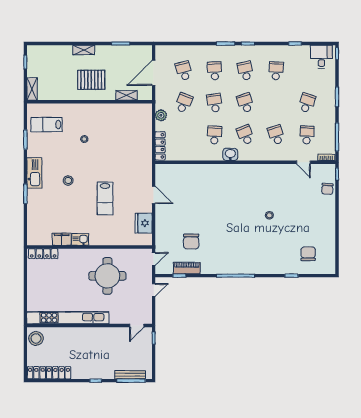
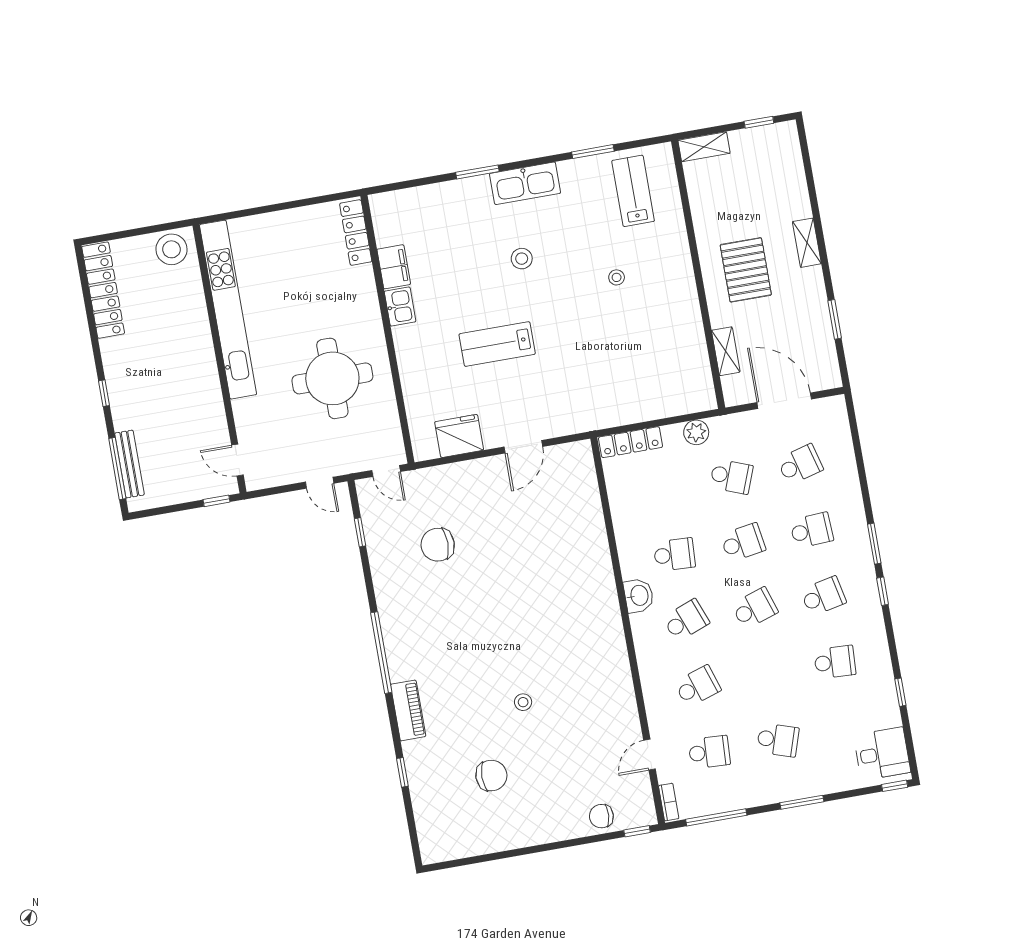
chair: (308, 254) -> (491, 776), moved
piano: (187, 268) -> (408, 710), moved

